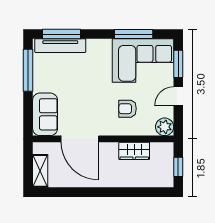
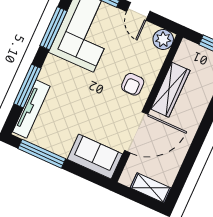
window: (62, 34) -> (27, 86), moved
armchair: (128, 109) -> (133, 84), moved
wardrobe: (134, 151) -> (170, 90), width x1.50

